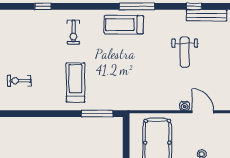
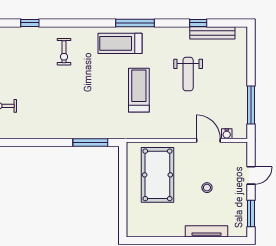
treadmill: (75, 82) -> (139, 90), moved
water cooler: (185, 106) -> (227, 134), moved

